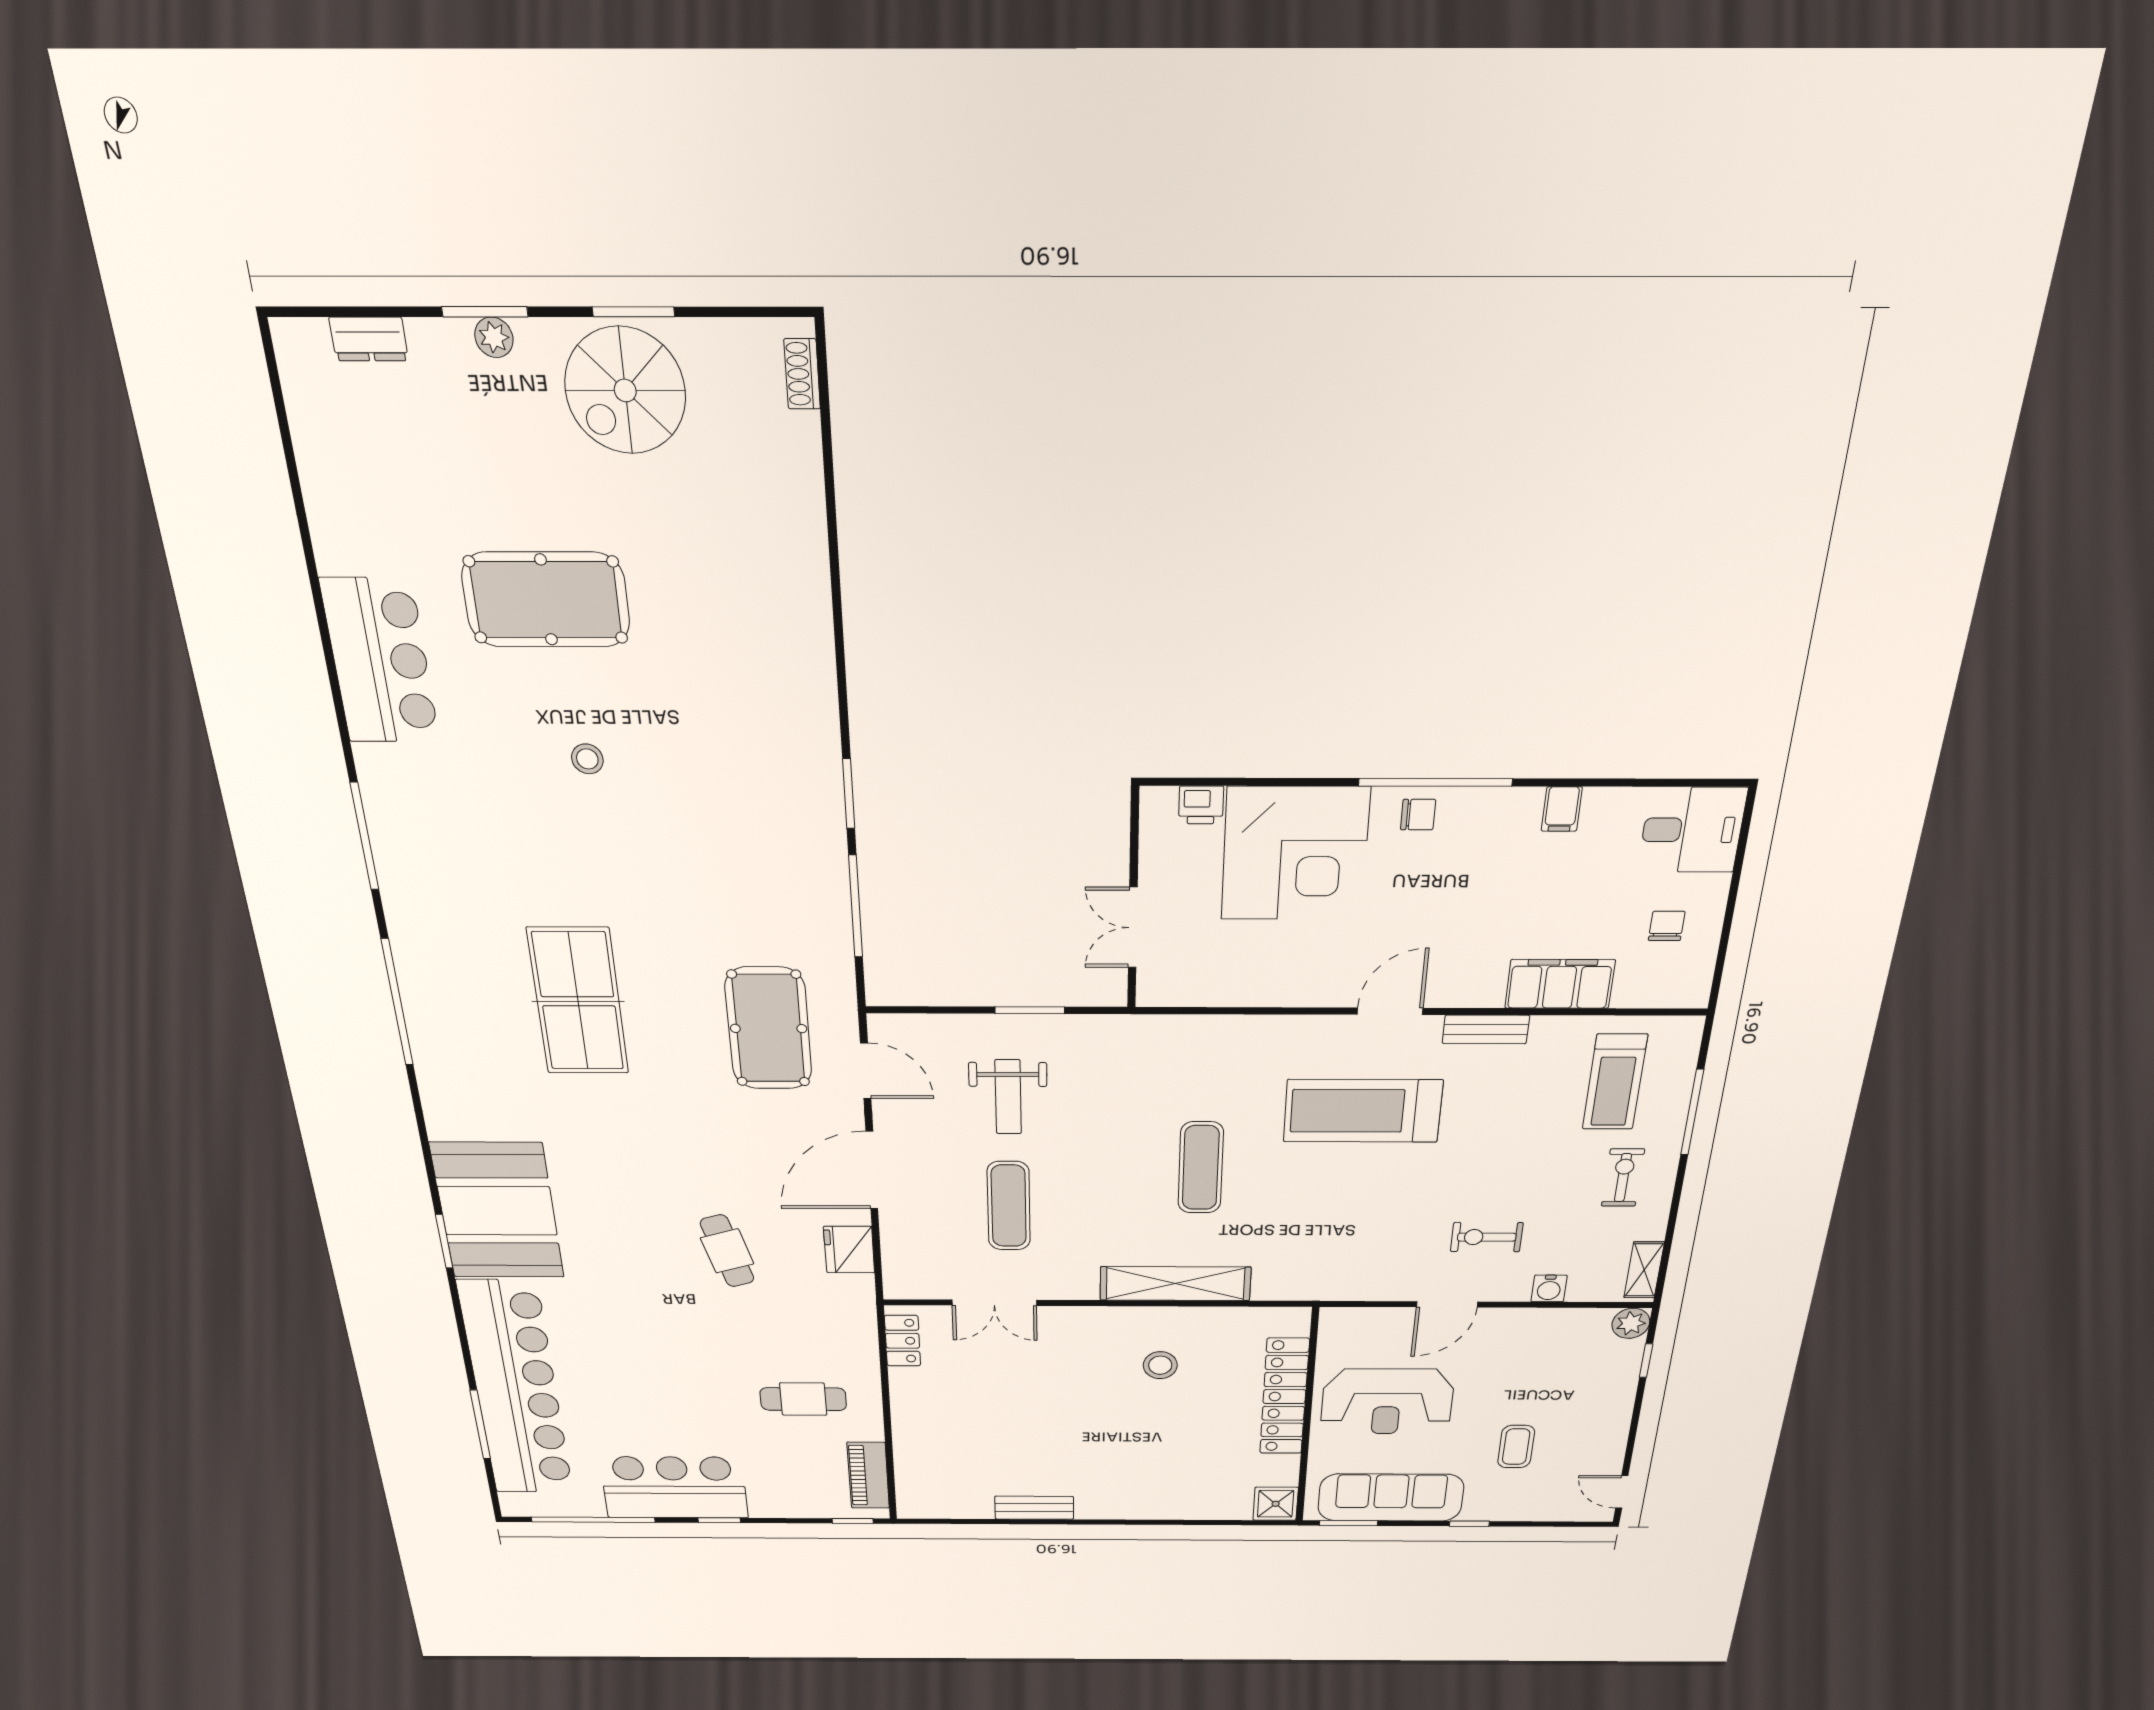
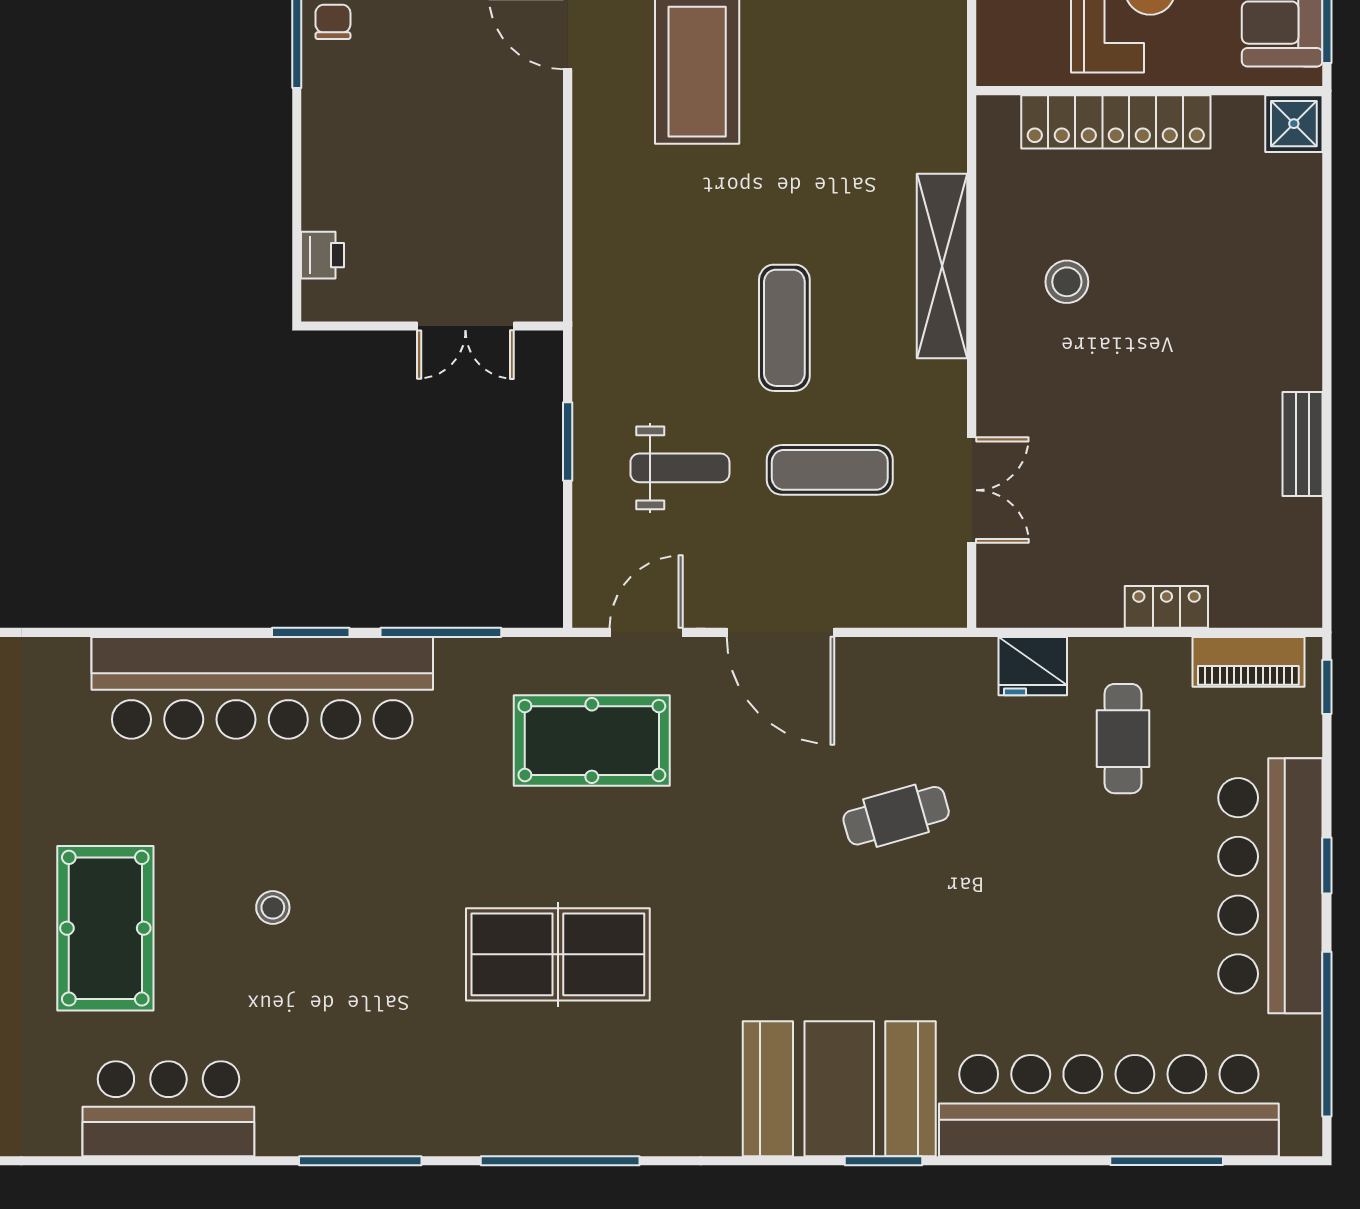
bar counter: (794, 750) -> (262, 688), added
corner desk: (1295, 854) -> (378, 151), removed
exercise mat: (1201, 1168) -> (784, 328), moved, turned 90
fridge: (849, 1250) -> (1033, 666), moved
locker: (902, 1341) -> (1166, 607), moved
bar counter: (674, 1487) -> (1270, 886), width x1.36

